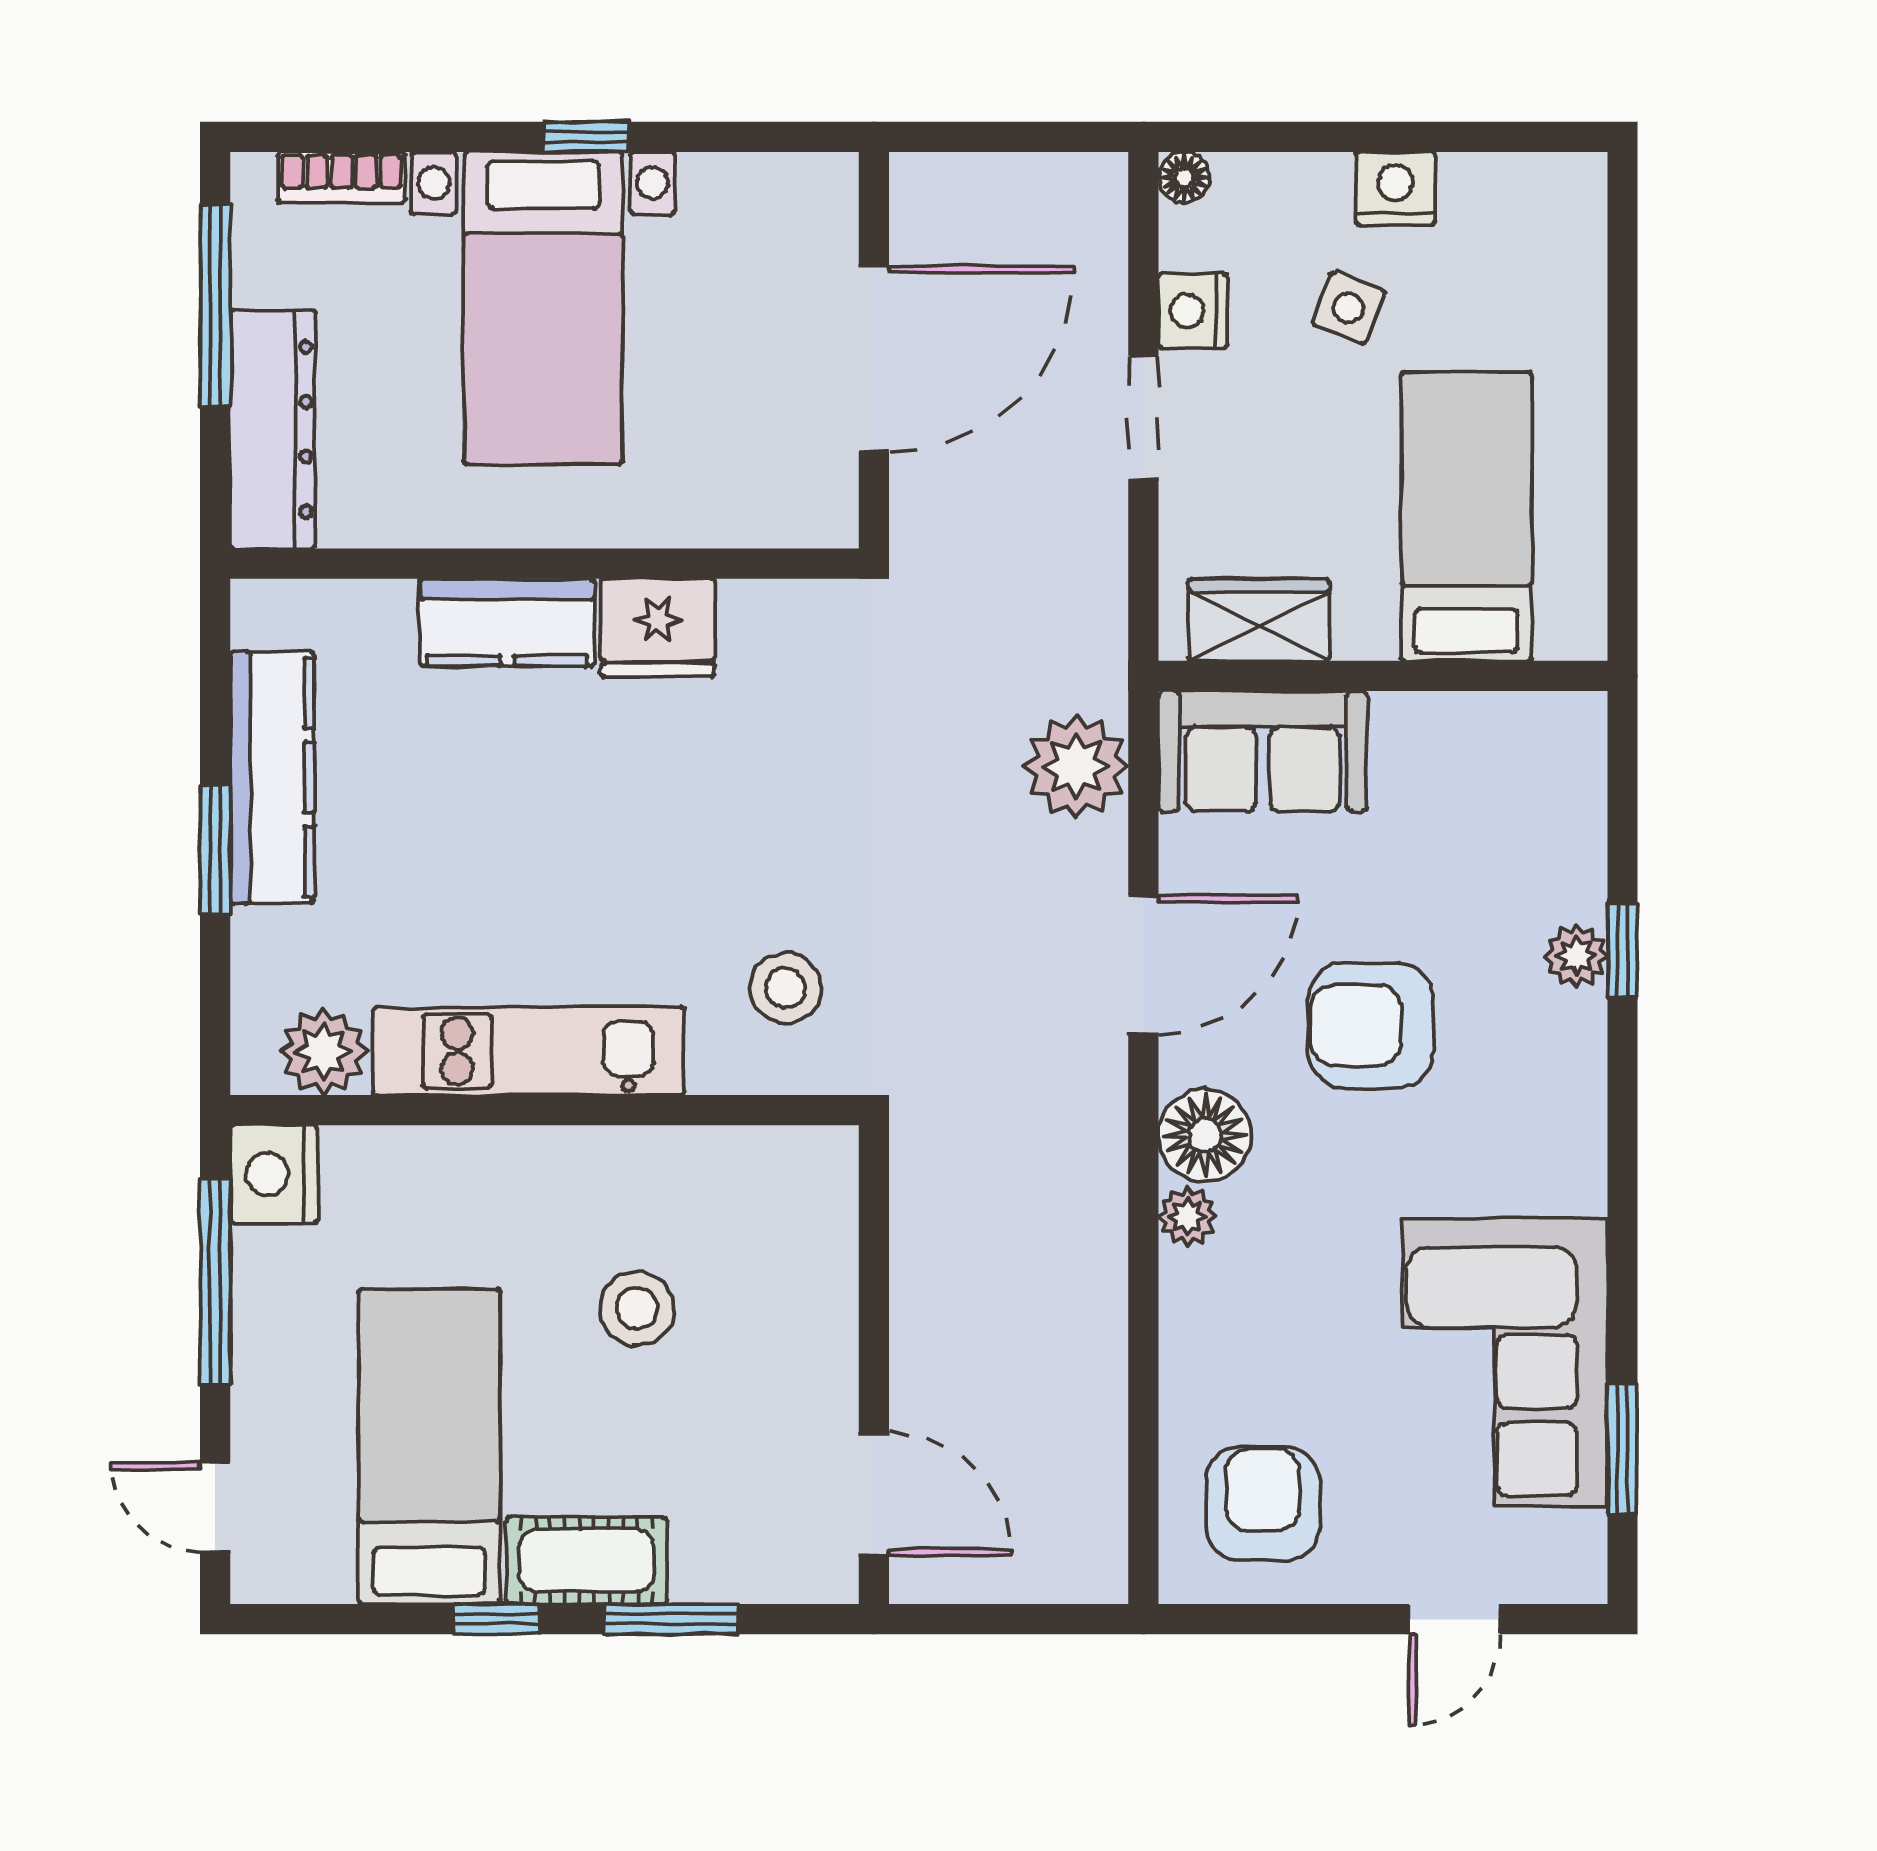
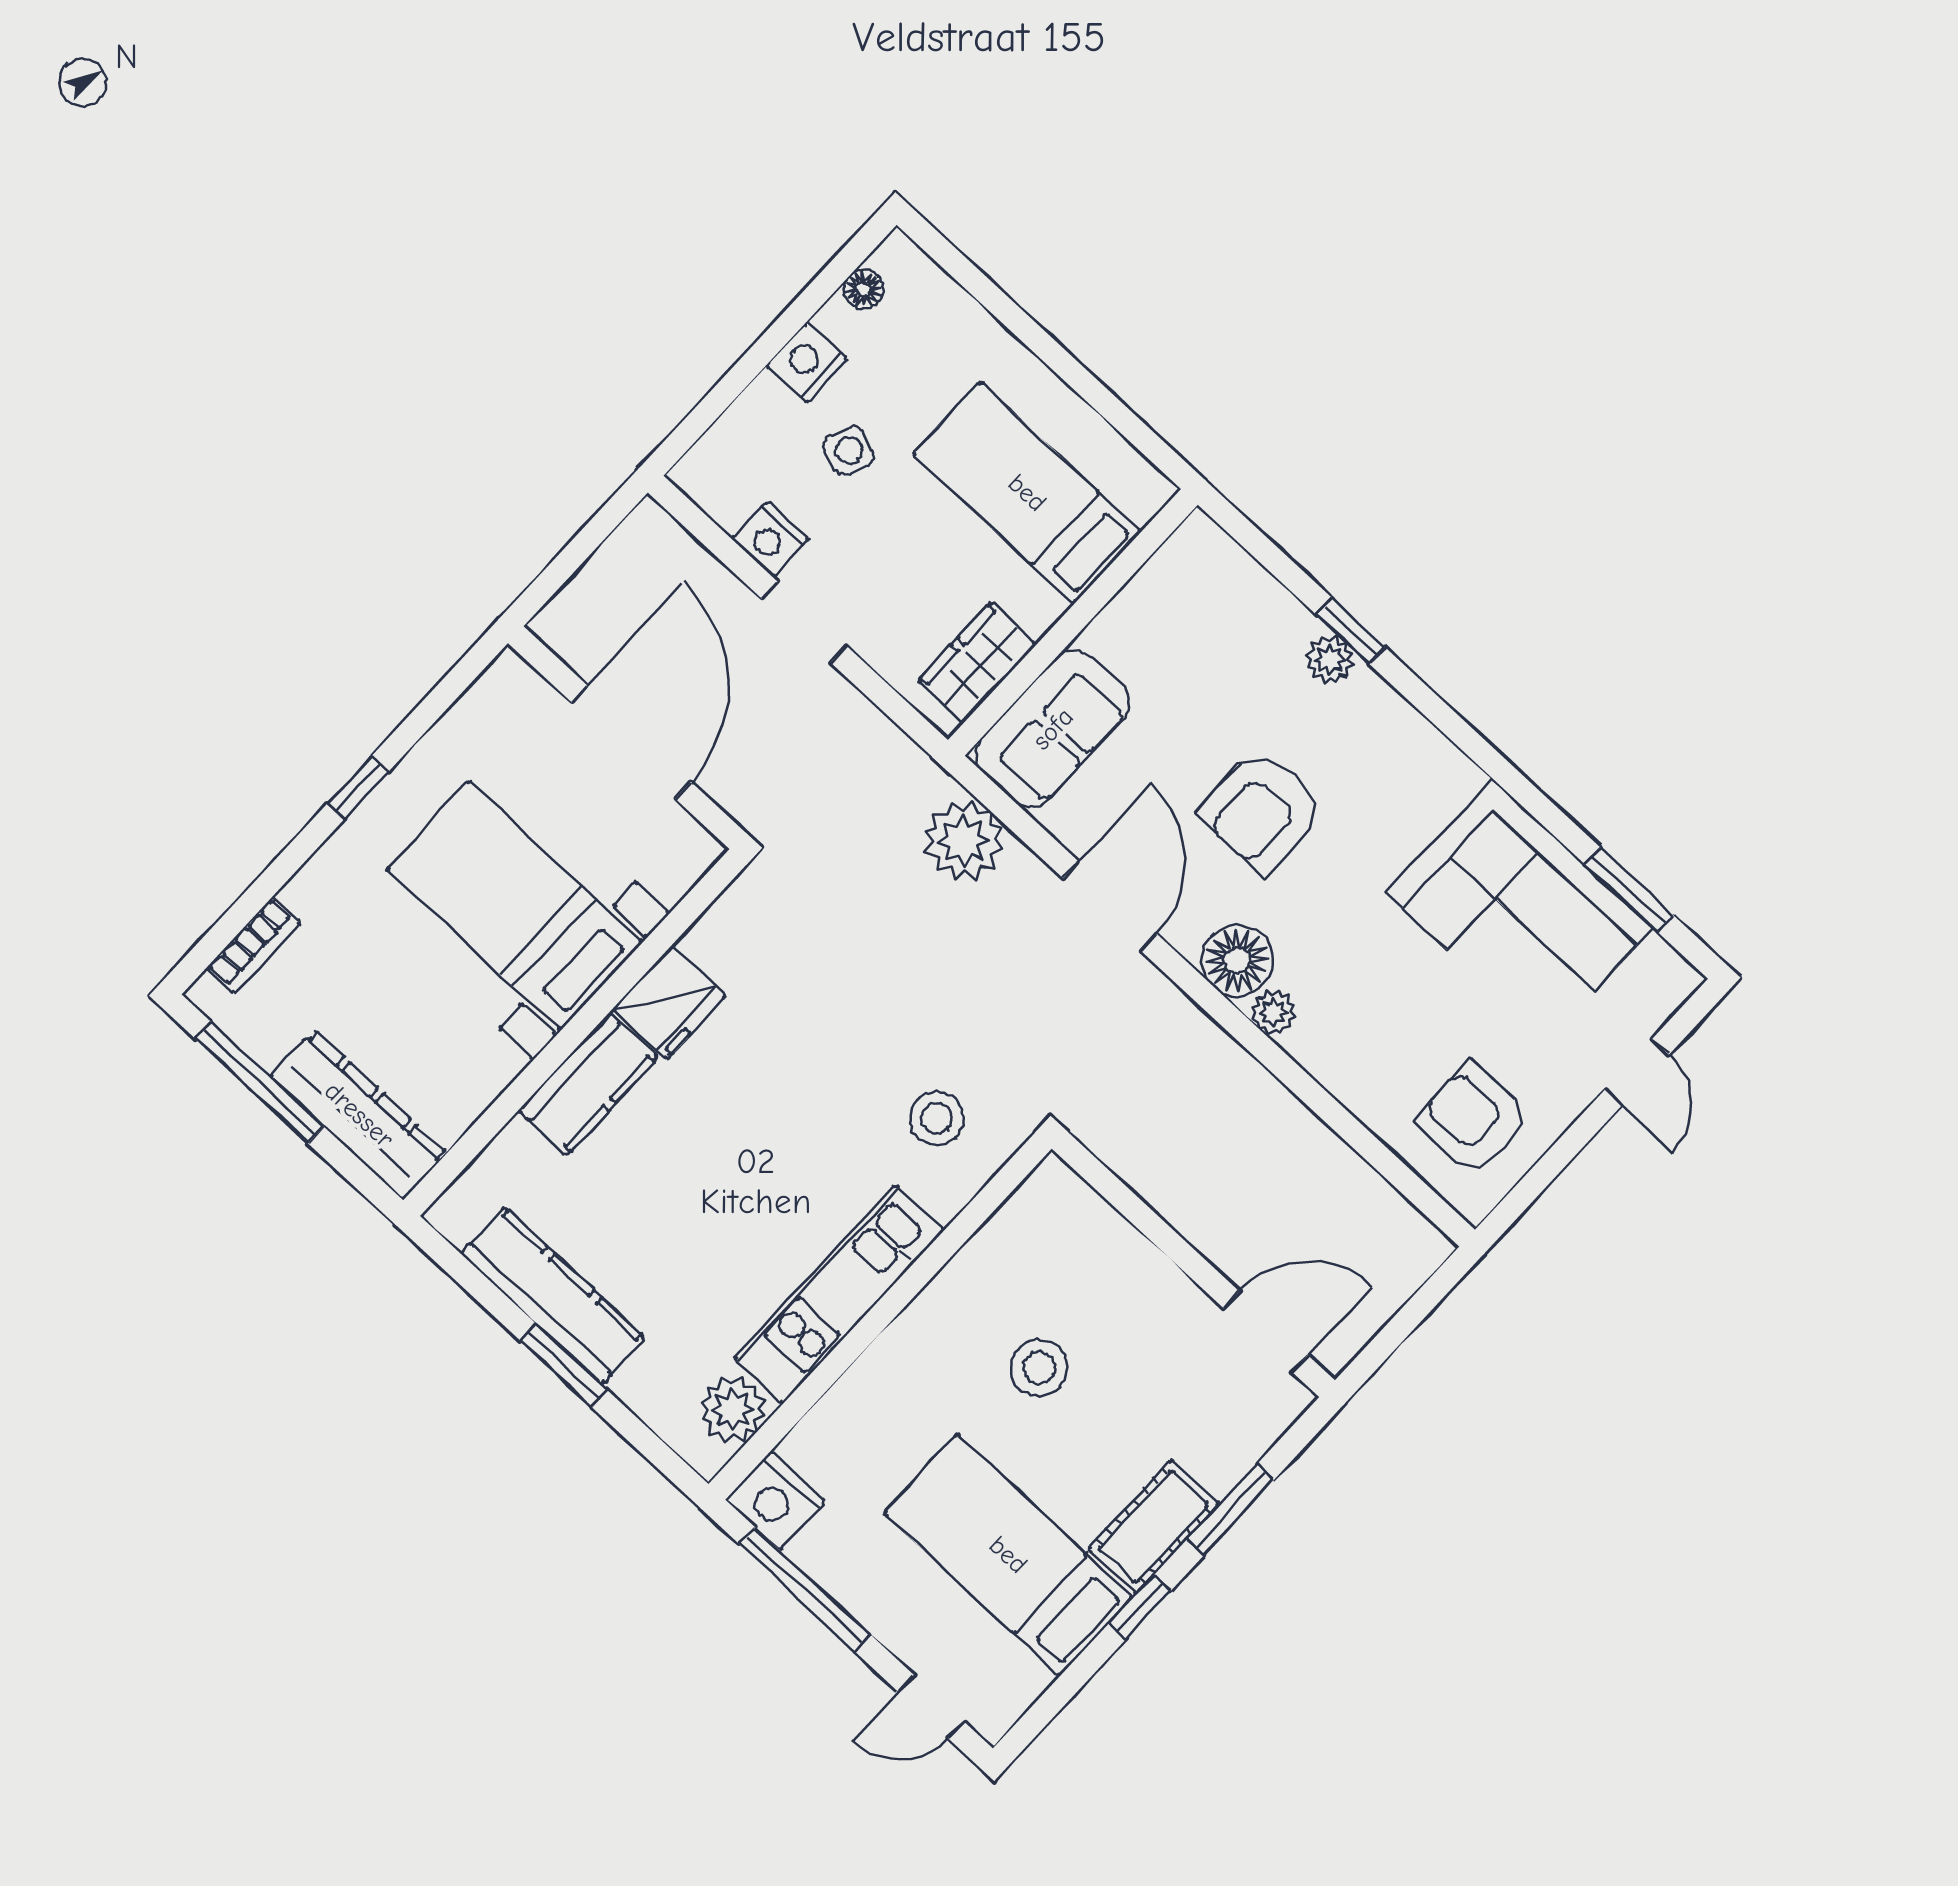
floor lamp: (1184, 178) -> (863, 289), moved
bed with nightstands: (543, 308) -> (514, 906), moved, turned 180

